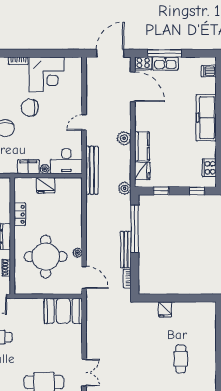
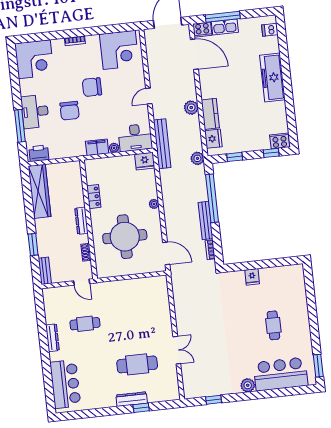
corner desk: (47, 74) -> (119, 50), moved
cooker: (209, 168) -> (280, 141), moved, turned 90
fridge: (46, 185) -> (145, 161), moved
plant: (78, 253) -> (154, 204), moved
booth: (63, 311) -> (149, 290), removed

